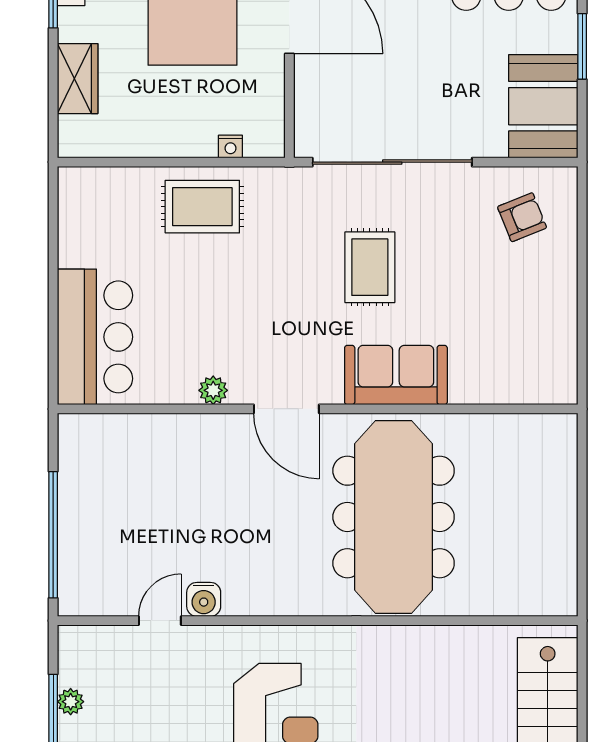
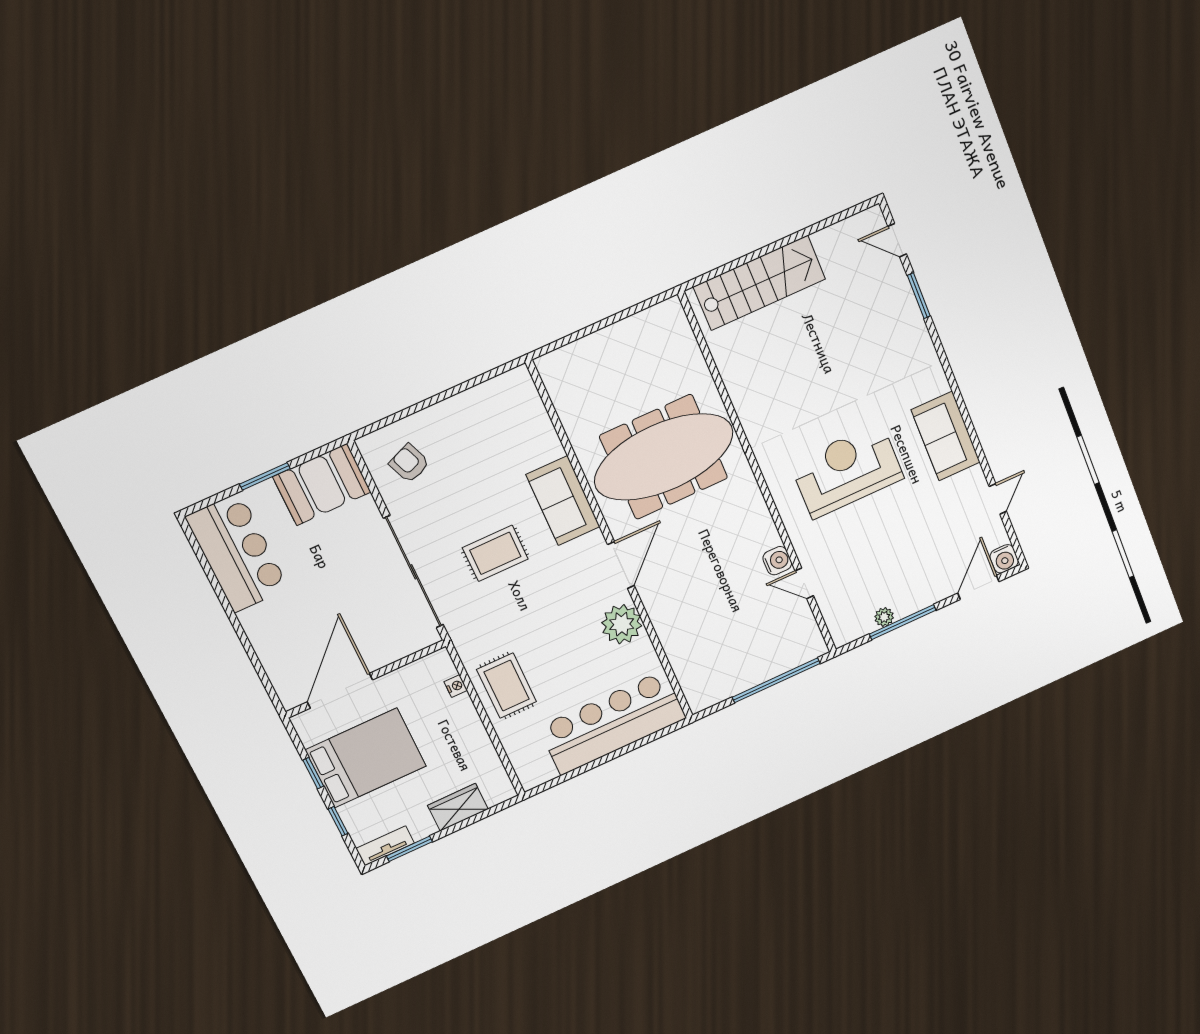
bar counter: (95, 337) -> (613, 723), width x1.36
plant: (213, 390) -> (622, 624), width x1.88, depth x1.88

